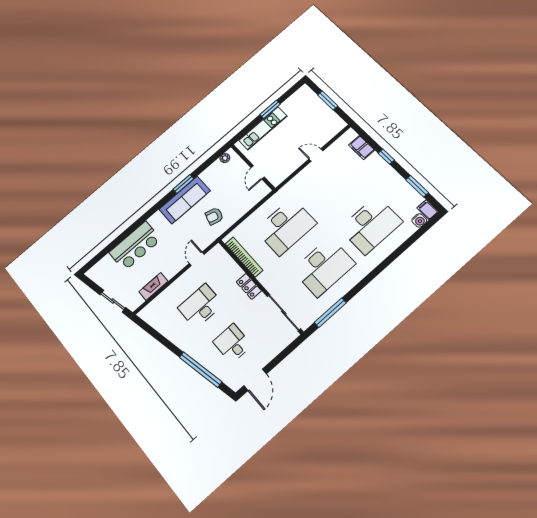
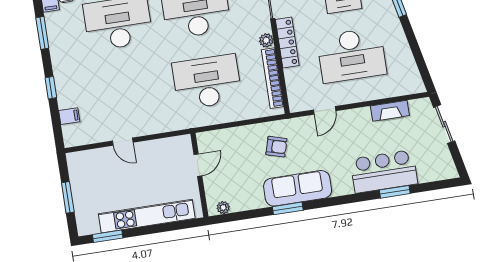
window: (270, 109) -> (108, 236), moved
kitchen unit: (263, 128) -> (147, 216), width x1.36
filing cabinet: (362, 148) -> (69, 116), width x0.50
window: (121, 238) -> (395, 192), added
plant: (264, 279) -> (266, 40), added
locker: (249, 286) -> (287, 43), width x1.53
desk: (200, 306) -> (352, 55), width x1.36, depth x1.30

